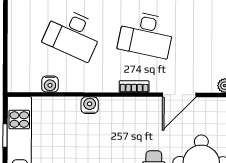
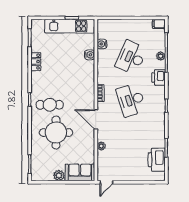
desk: (146, 34) -> (131, 100), turned -30
water cooler: (90, 105) -> (90, 55), moved

